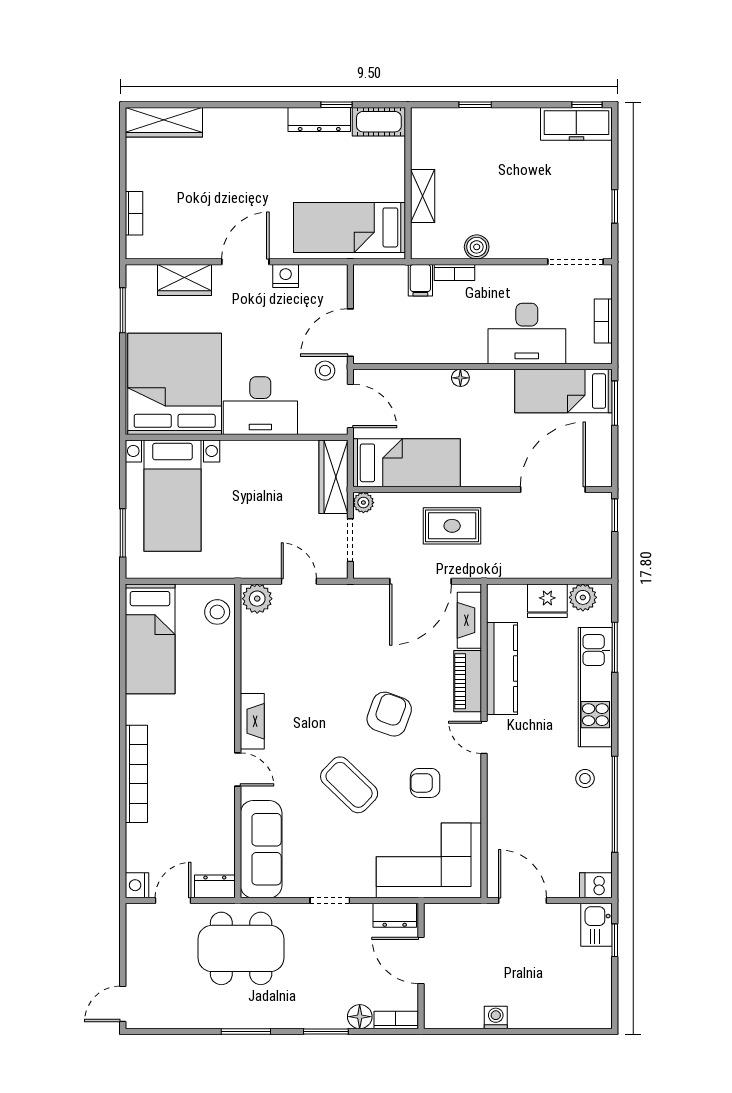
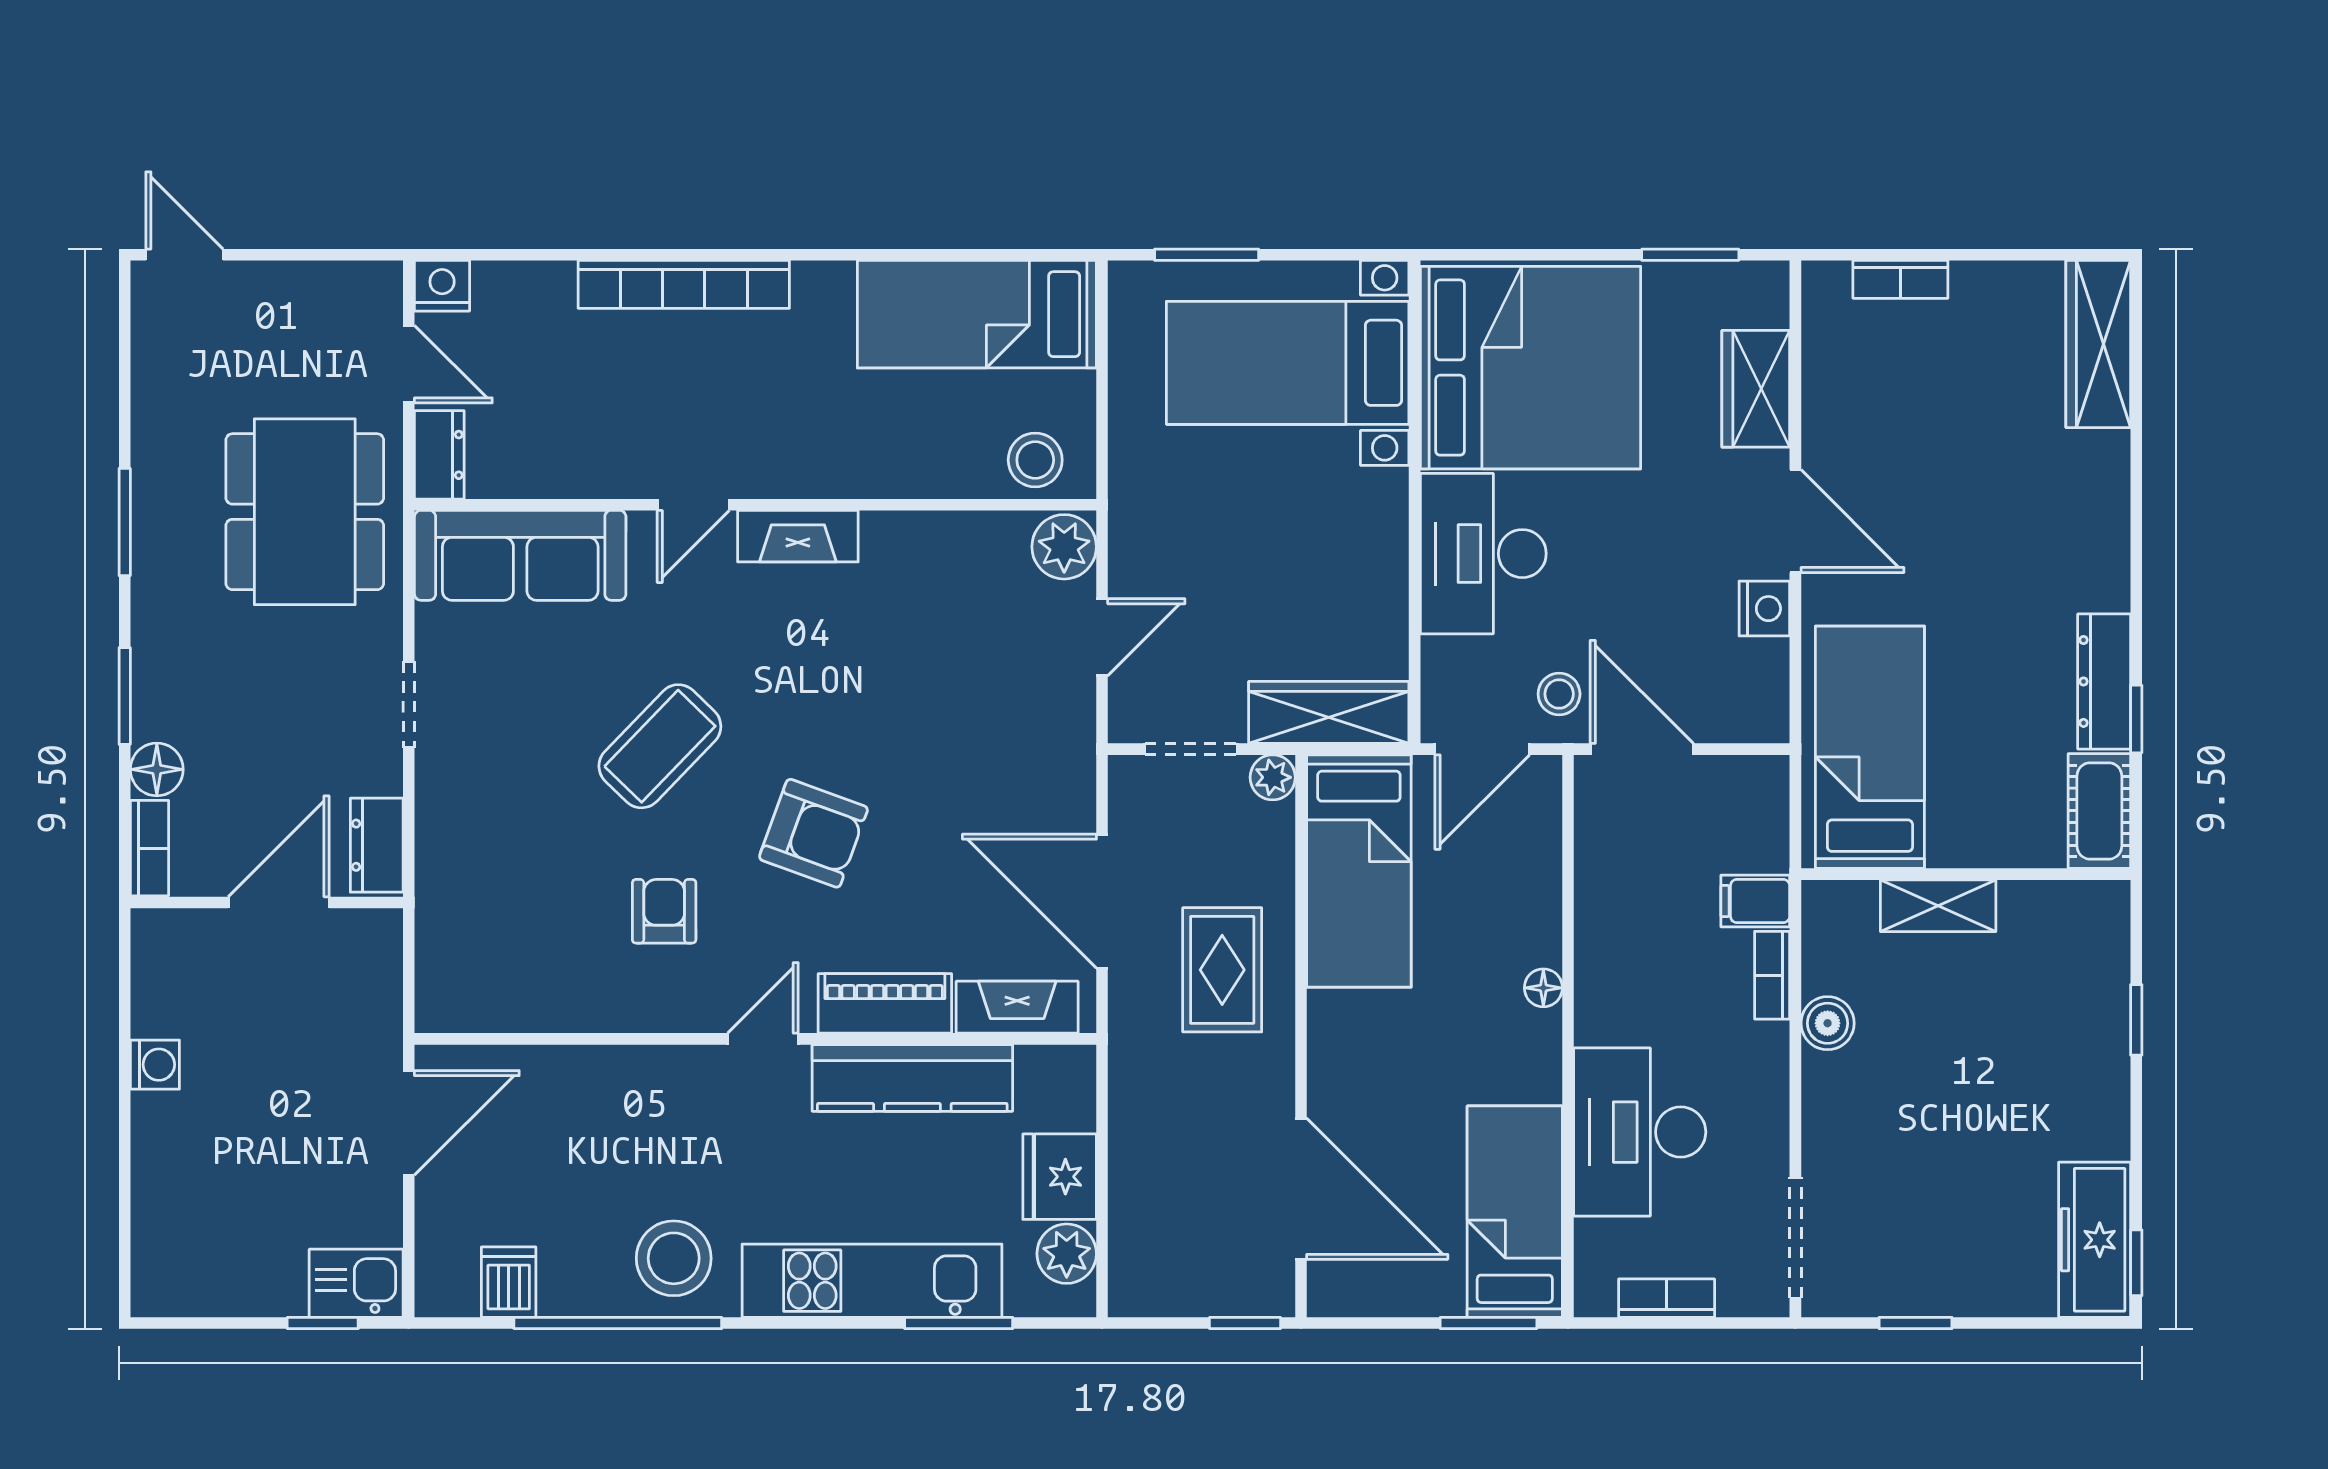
stool: (585, 778) -> (674, 1258), width x1.89, depth x1.89
corner sofa: (429, 860) -> (496, 919), removed
dishwasher: (596, 885) -> (509, 1282), moved

